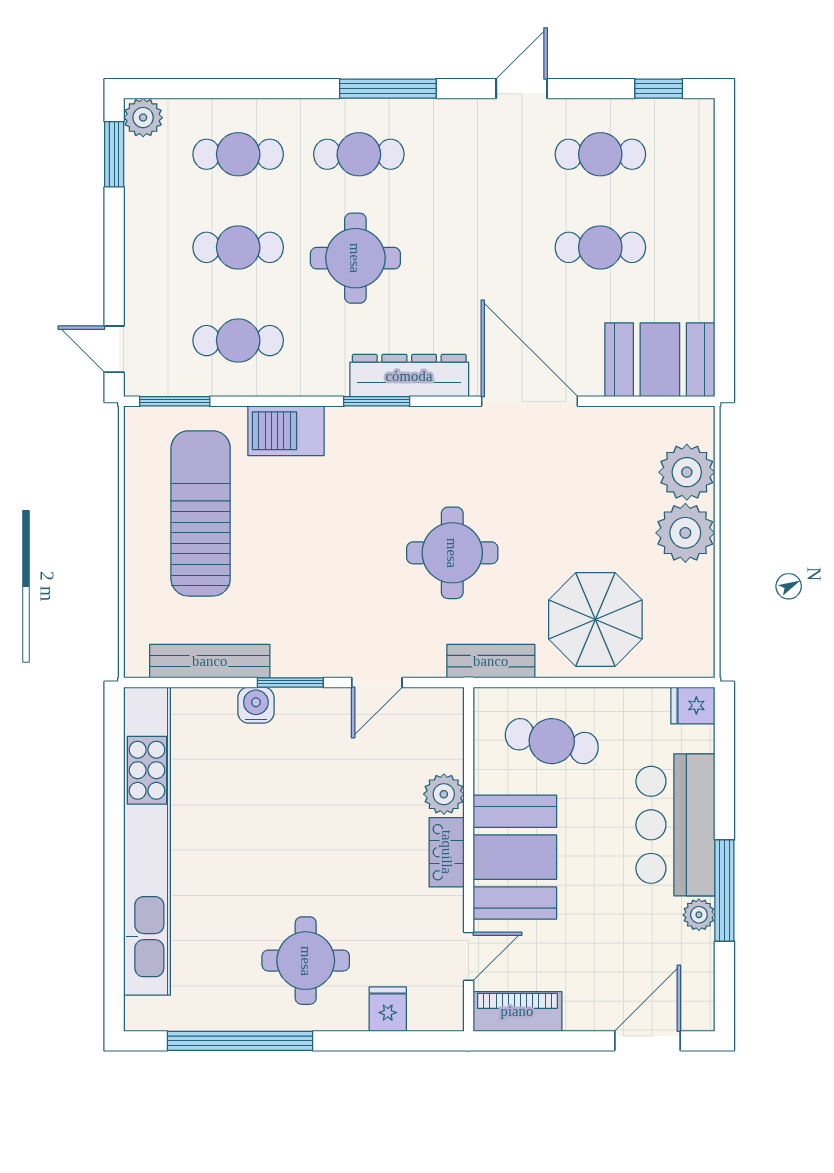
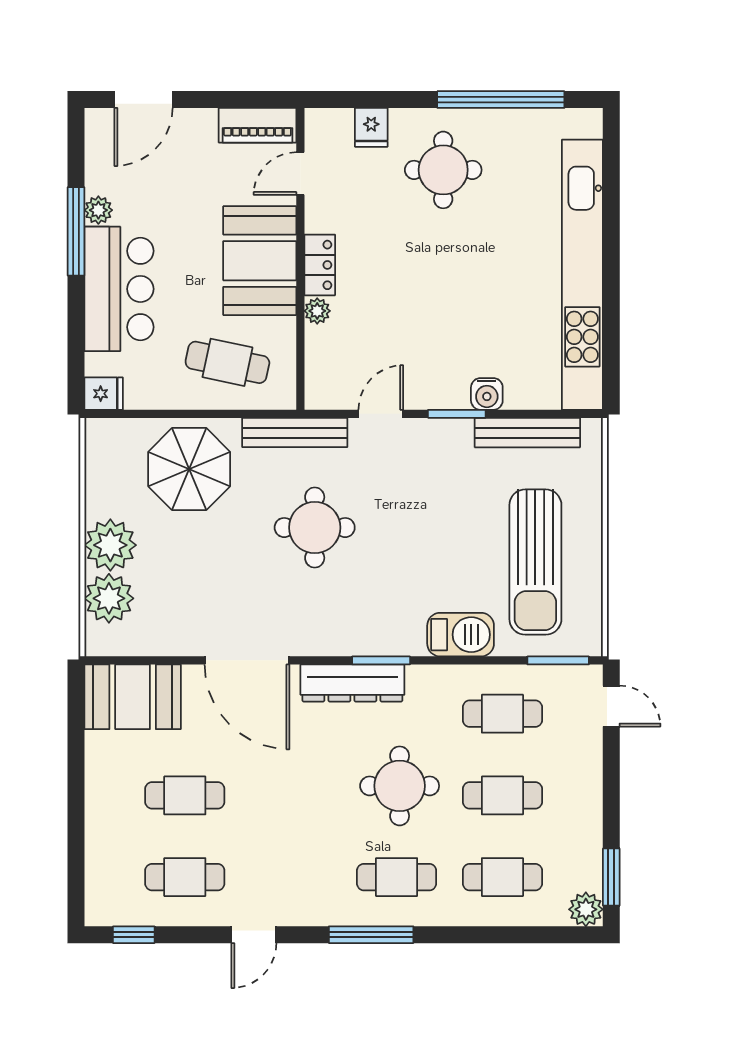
bench: (491, 661) -> (295, 433), width x1.36
plant: (444, 794) -> (317, 311), width x0.73, depth x0.73

